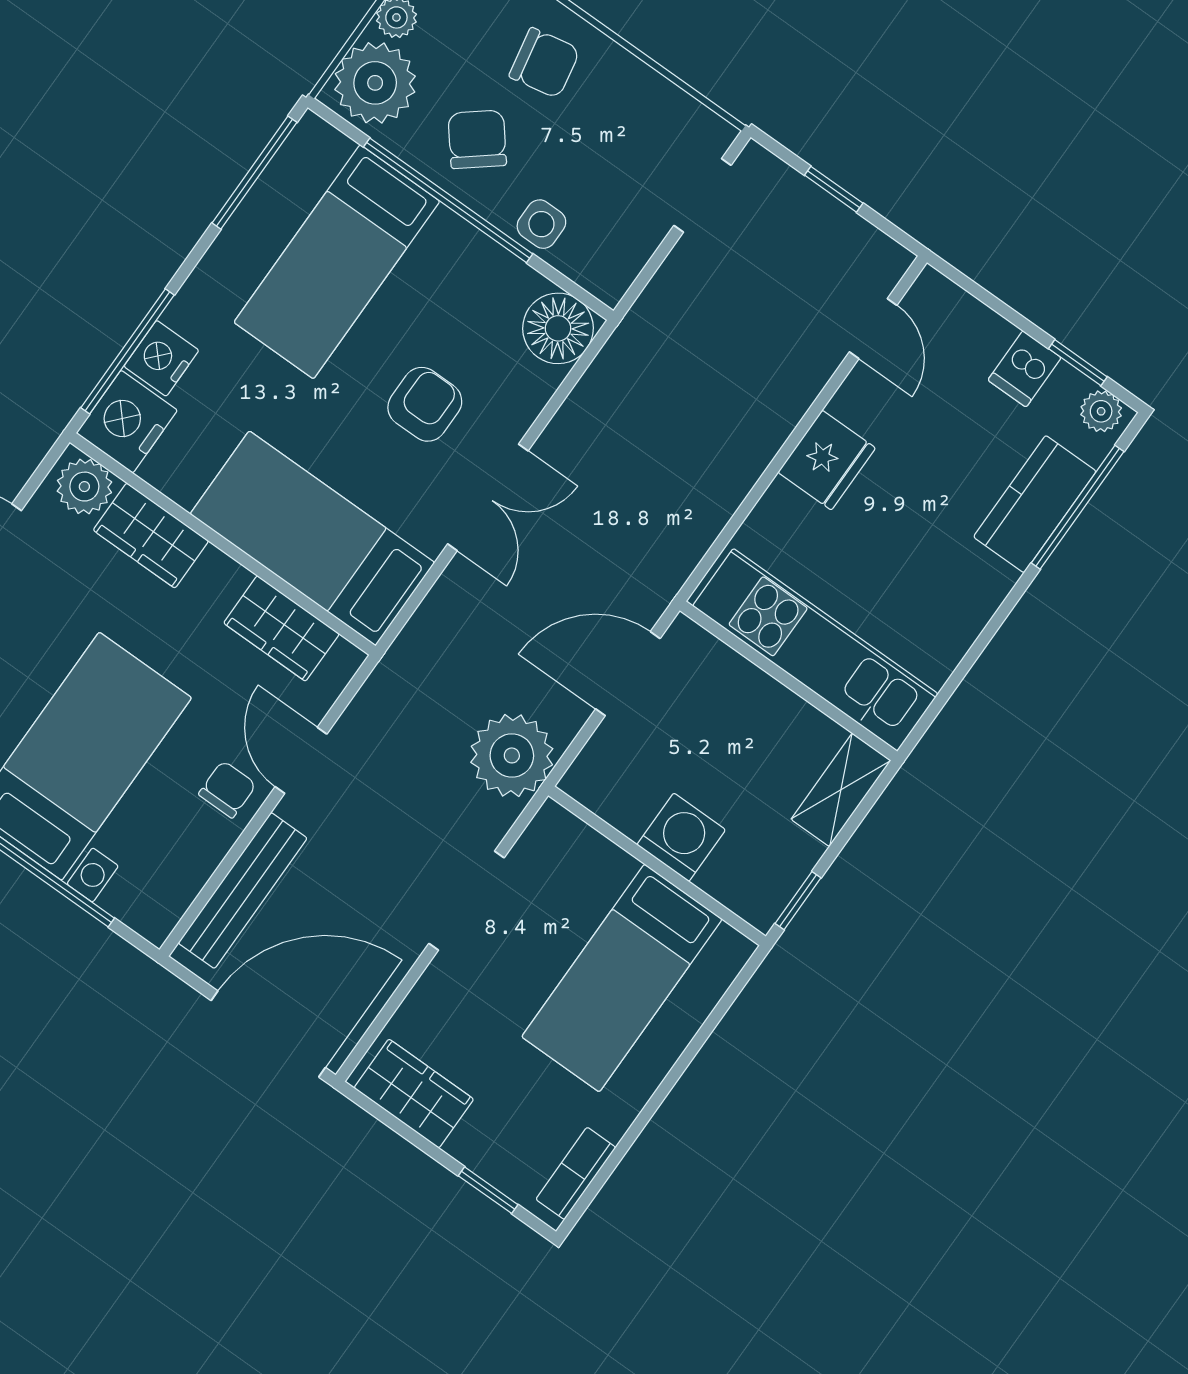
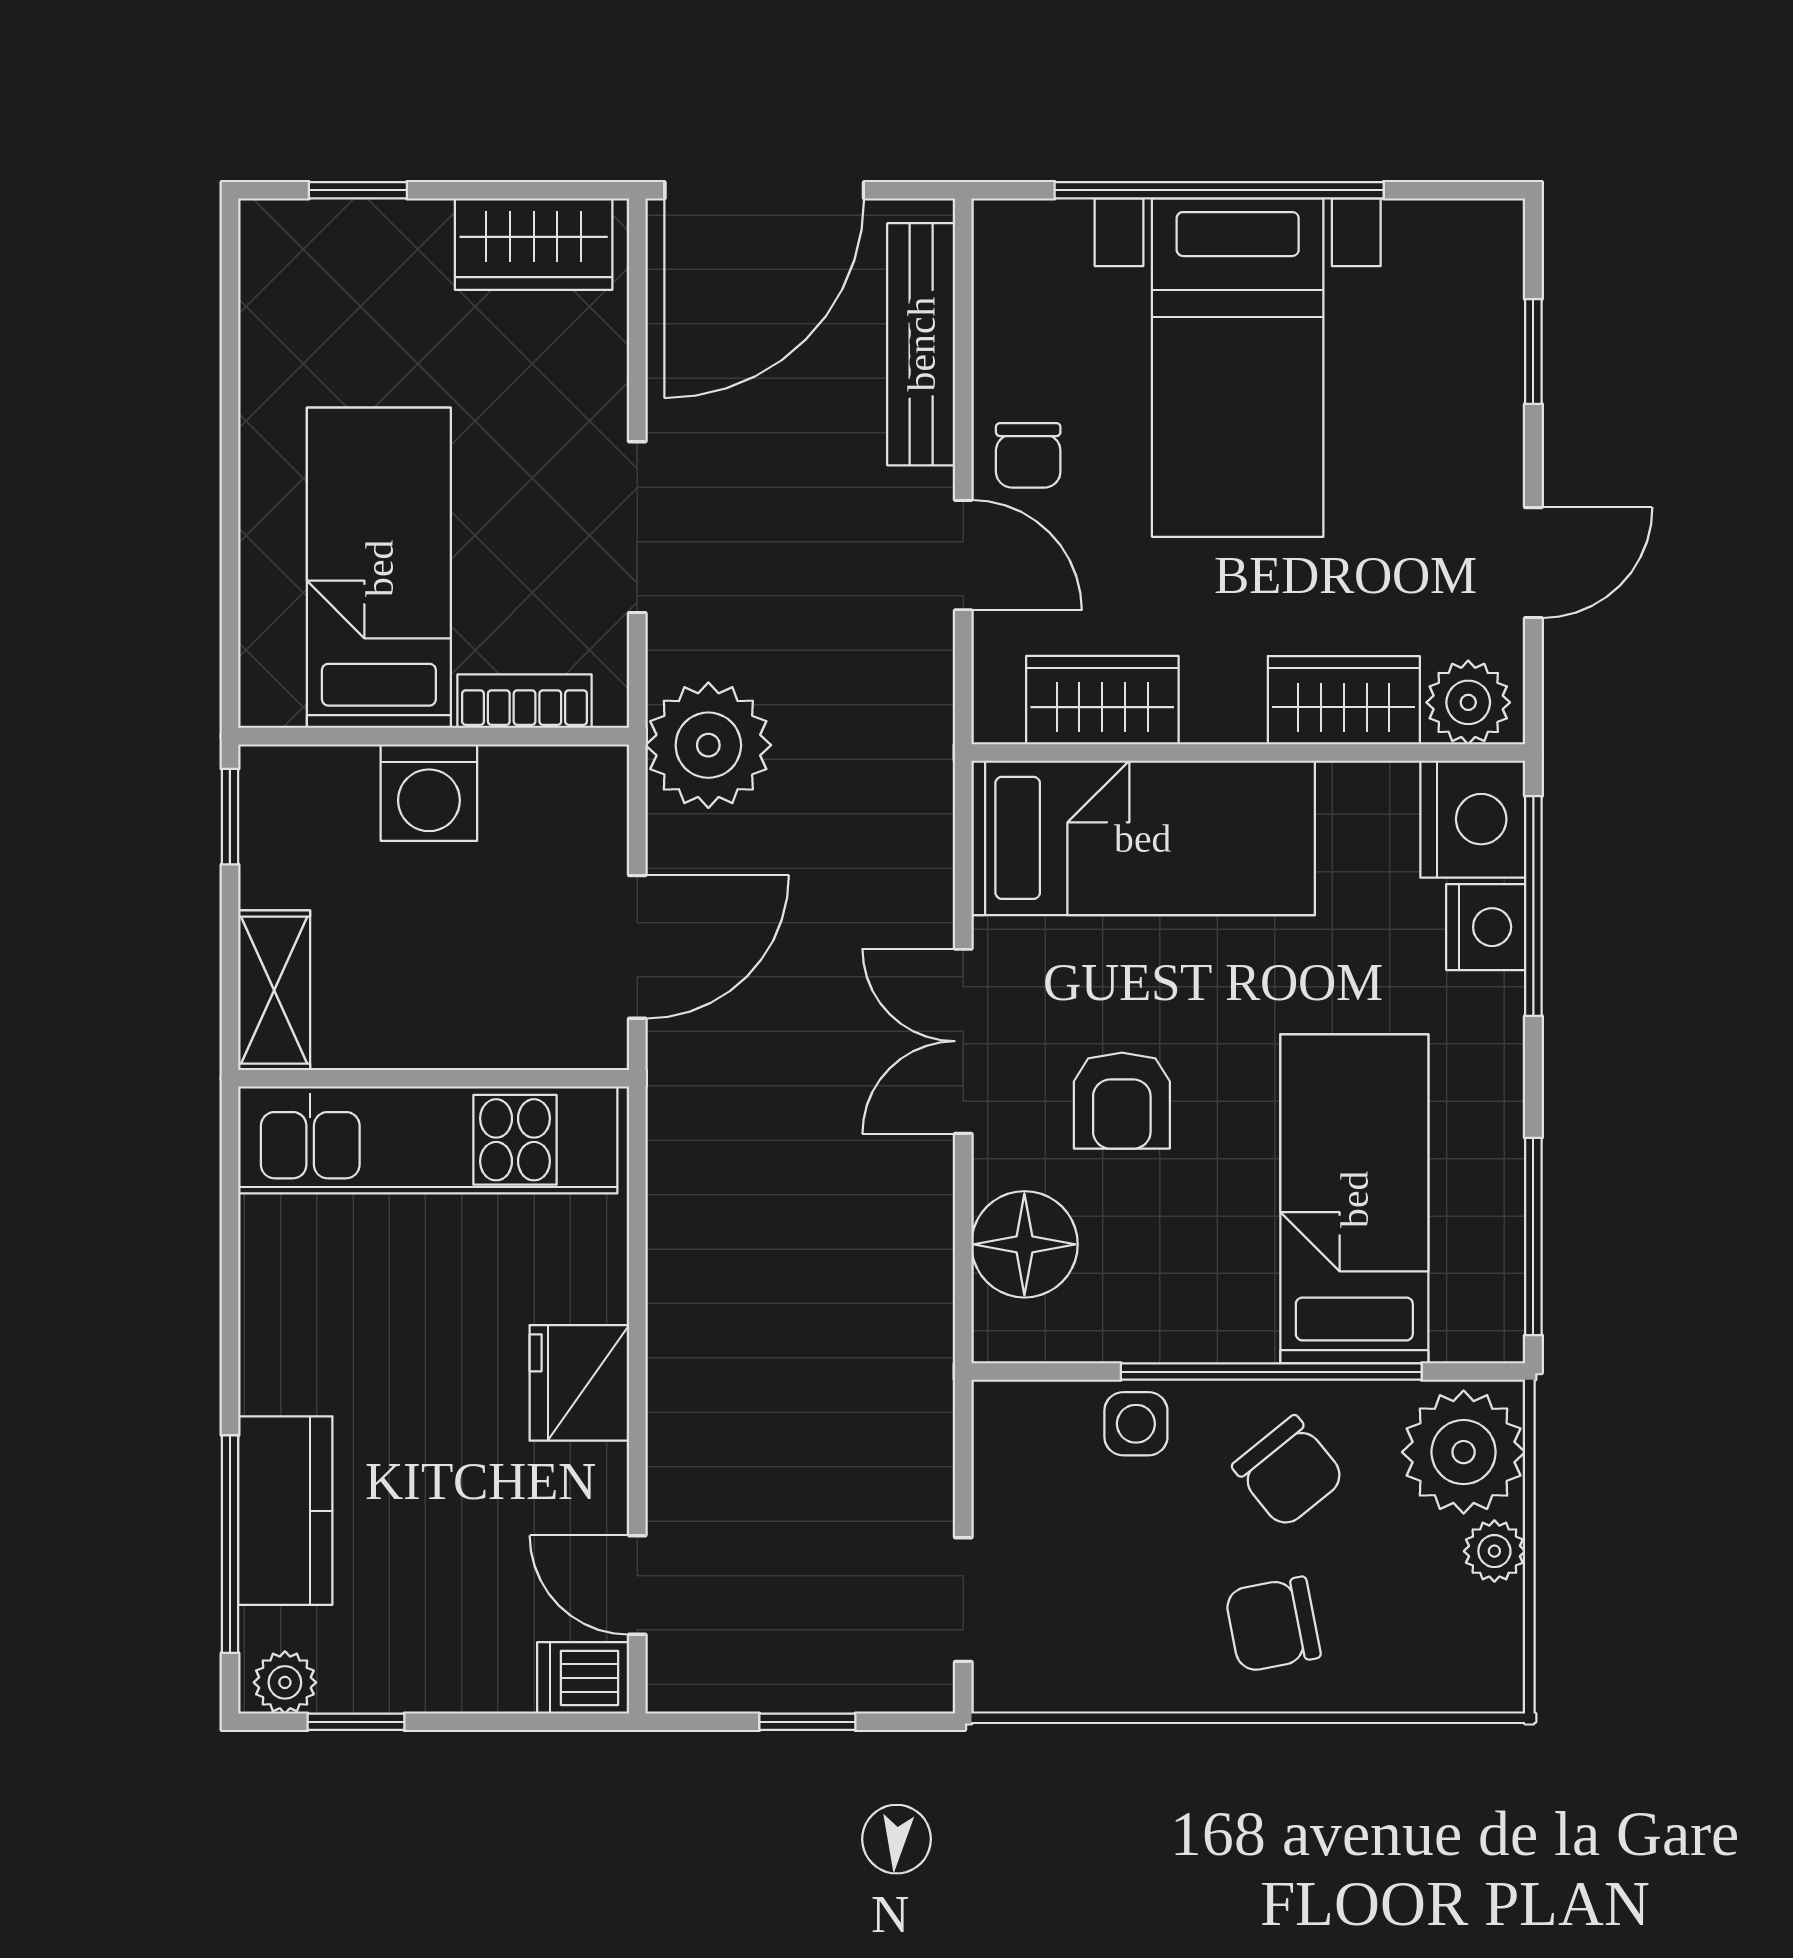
floor lamp: (558, 328) -> (1024, 1244), moved
dishwasher: (1024, 369) -> (583, 1678), moved, turned -90
bookcase: (576, 1173) -> (525, 701), moved, turned -90

